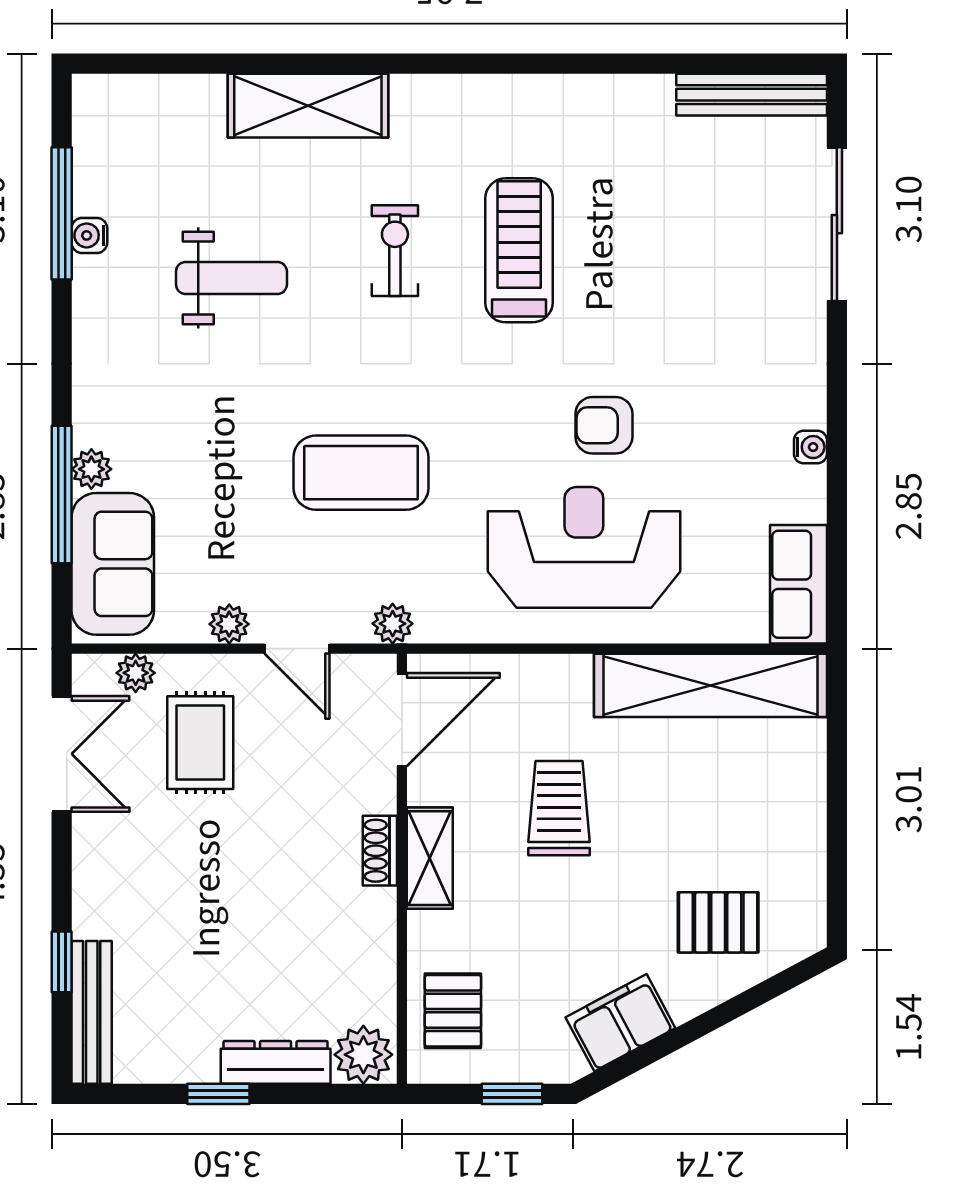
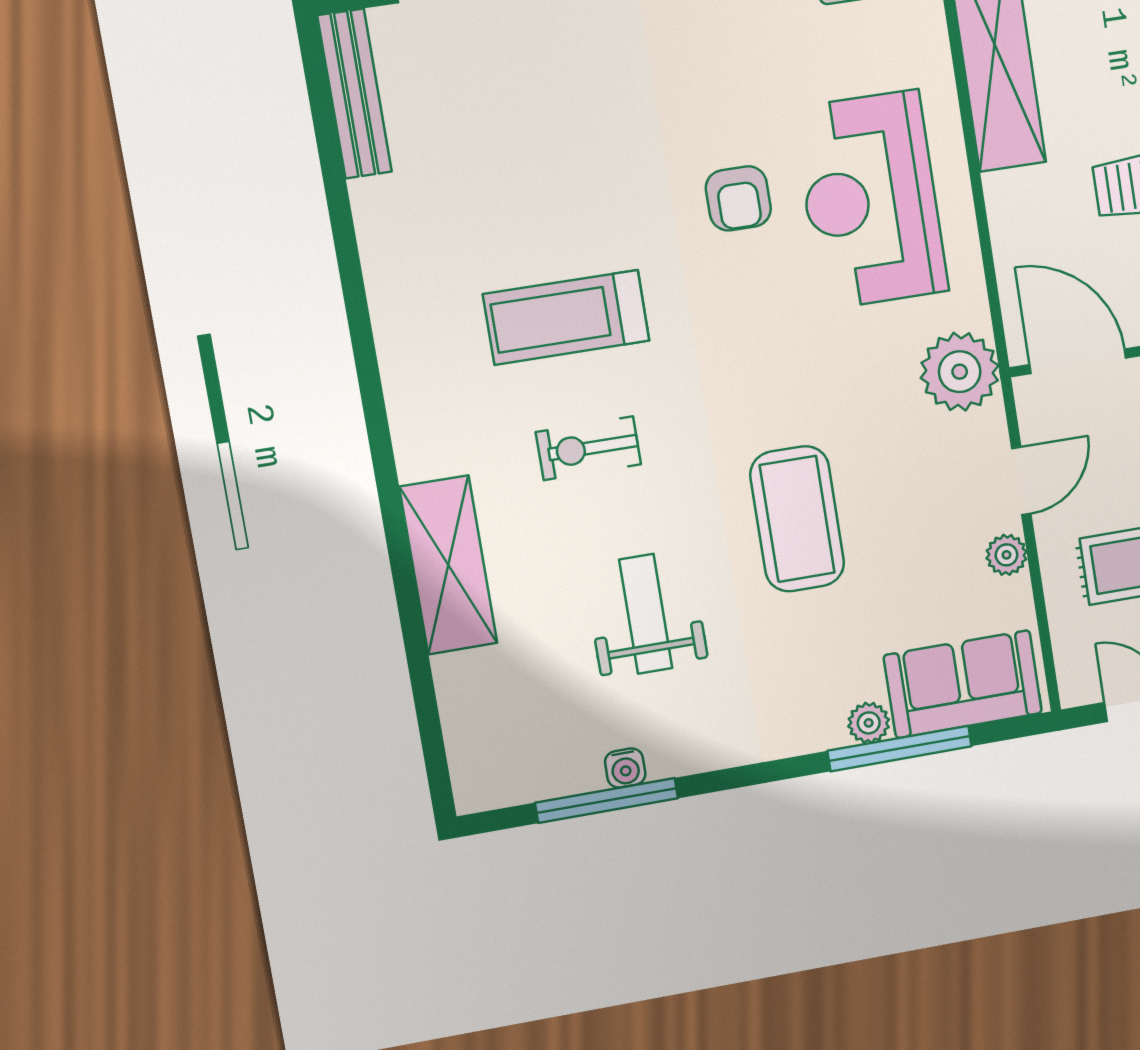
coffee table: (361, 473) -> (797, 519), moved
plant: (393, 624) -> (960, 372), width x1.88, depth x1.88
plant: (136, 673) -> (1071, 642), removed

